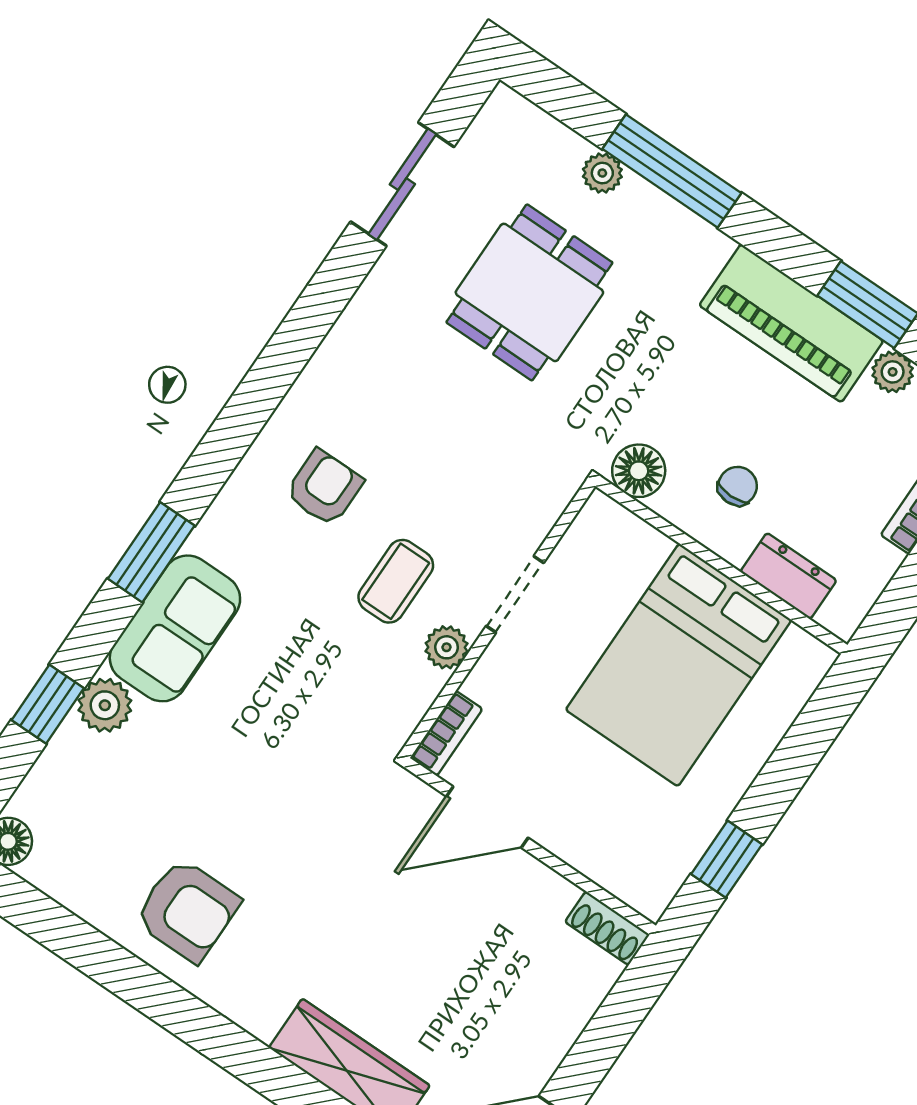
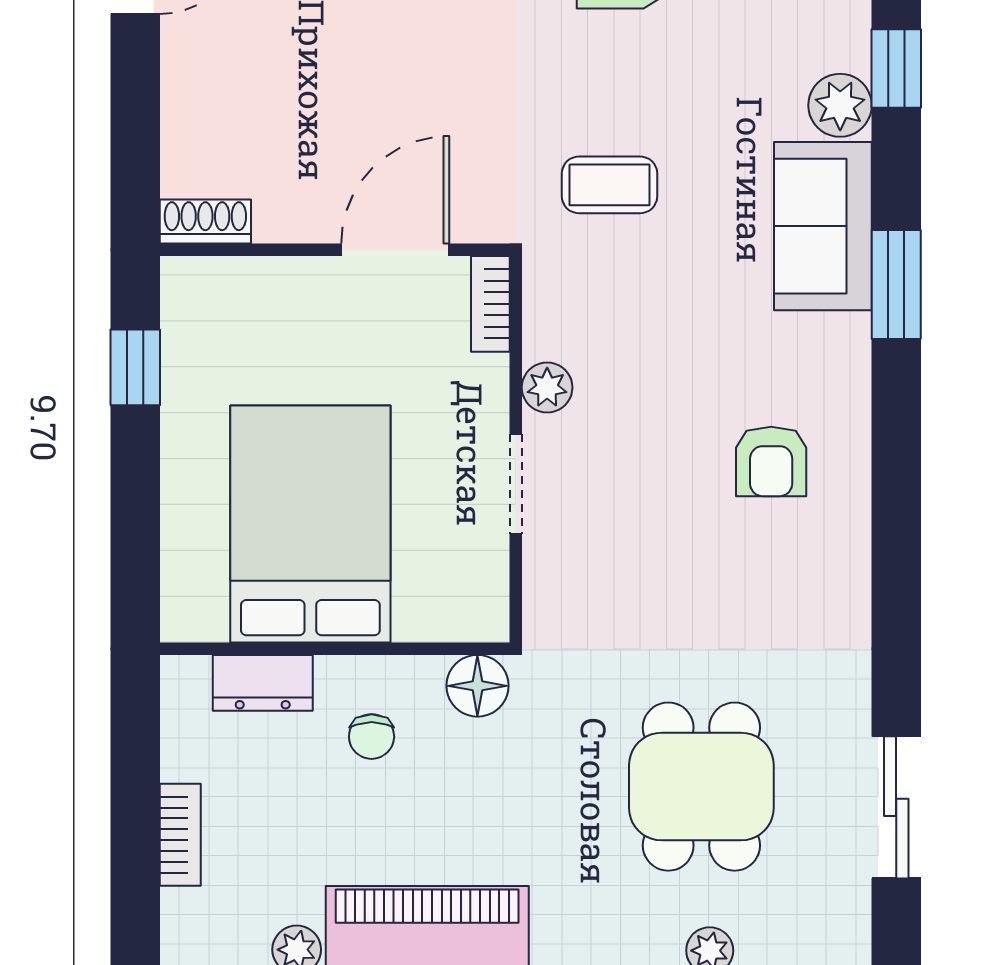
coffee table: (396, 581) -> (610, 185), moved, turned 90

